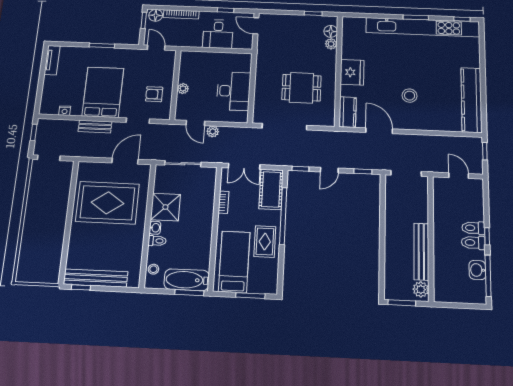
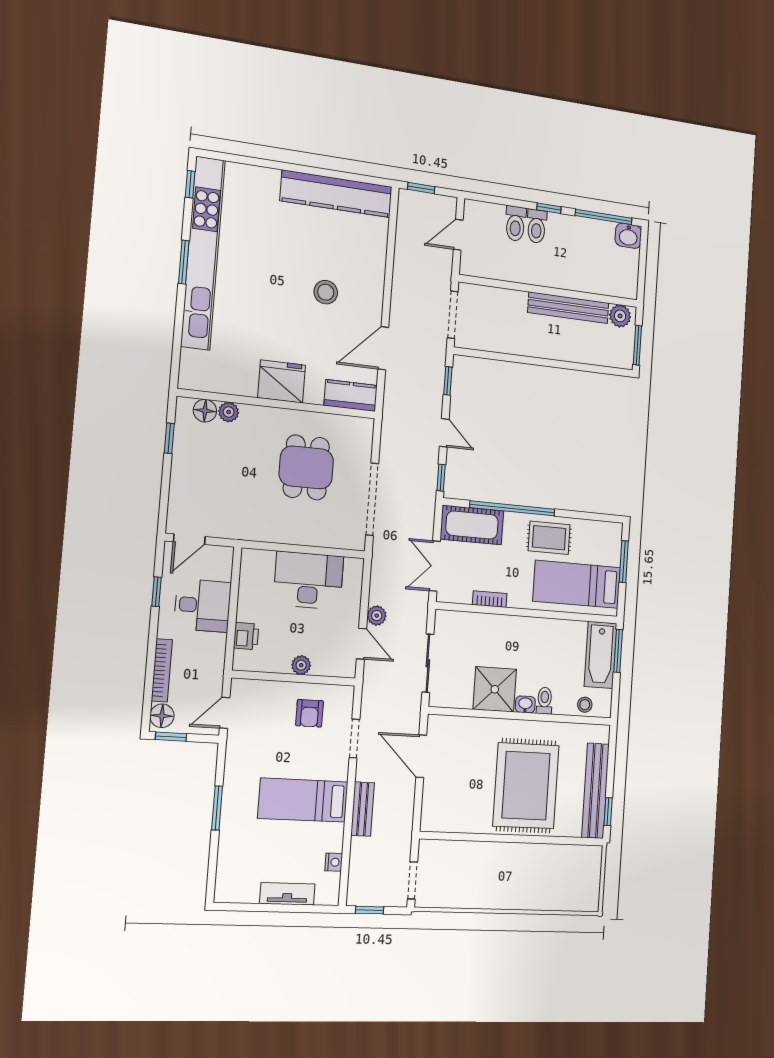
printer: (200, 58) -> (246, 636), added
tv unit: (52, 60) -> (287, 894), moved
bed: (103, 92) -> (303, 800), width x0.67
door: (195, 123) -> (361, 644), hinge flipped
double door: (244, 166) -> (435, 566), swing flipped
rug: (107, 203) -> (526, 786), moved
toilet: (473, 243) -> (515, 224), moved
washbasin: (477, 270) -> (628, 236), moved

